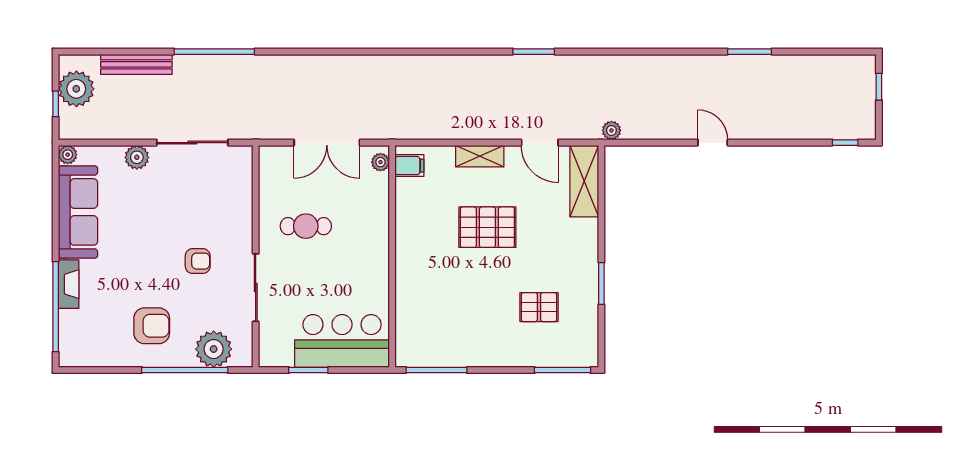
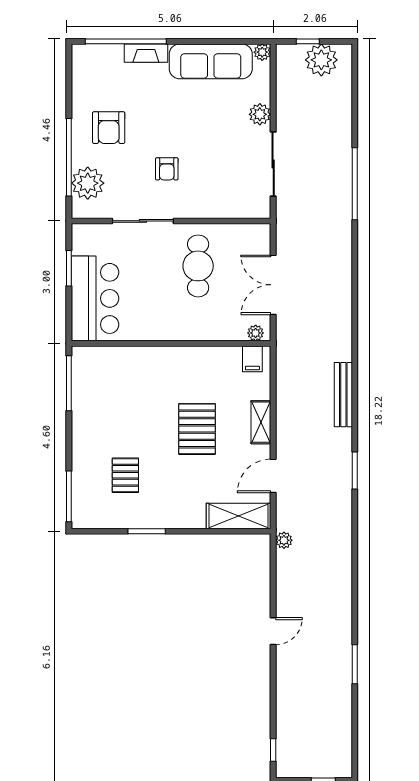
bench: (136, 64) -> (343, 395), moved
cafe table: (306, 226) -> (198, 266), width x1.37, depth x1.35

